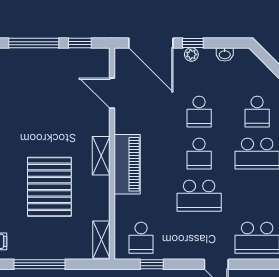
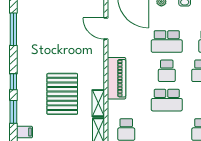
school desk: (199, 112) -> (167, 41), width x1.85
shelving: (101, 156) -> (98, 103), moved

